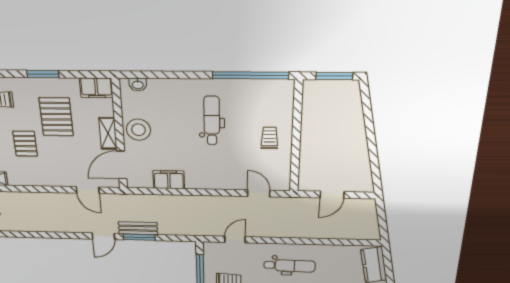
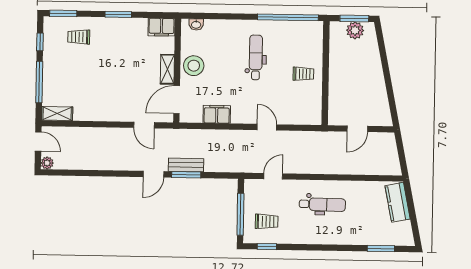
plant: (335, 90) -> (355, 30), added
pallet: (56, 117) -> (125, 53), removed
trolley: (269, 138) -> (303, 74), turned 90
pallet: (25, 144) -> (94, 79), removed
door: (259, 193) -> (267, 127), moved

